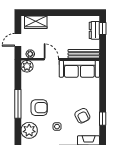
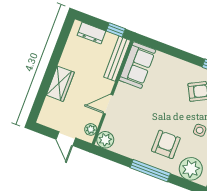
wardrobe: (36, 22) -> (60, 84), moved
window: (103, 29) -> (116, 30), moved
sofa: (79, 69) -> (137, 65), width x0.73

